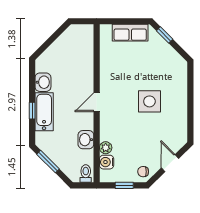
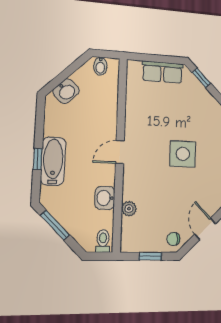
bidet: (78, 32) -> (100, 66), added
washbasin: (43, 82) -> (66, 91), moved, turned 45
water cooler: (107, 162) -> (130, 227), removed

